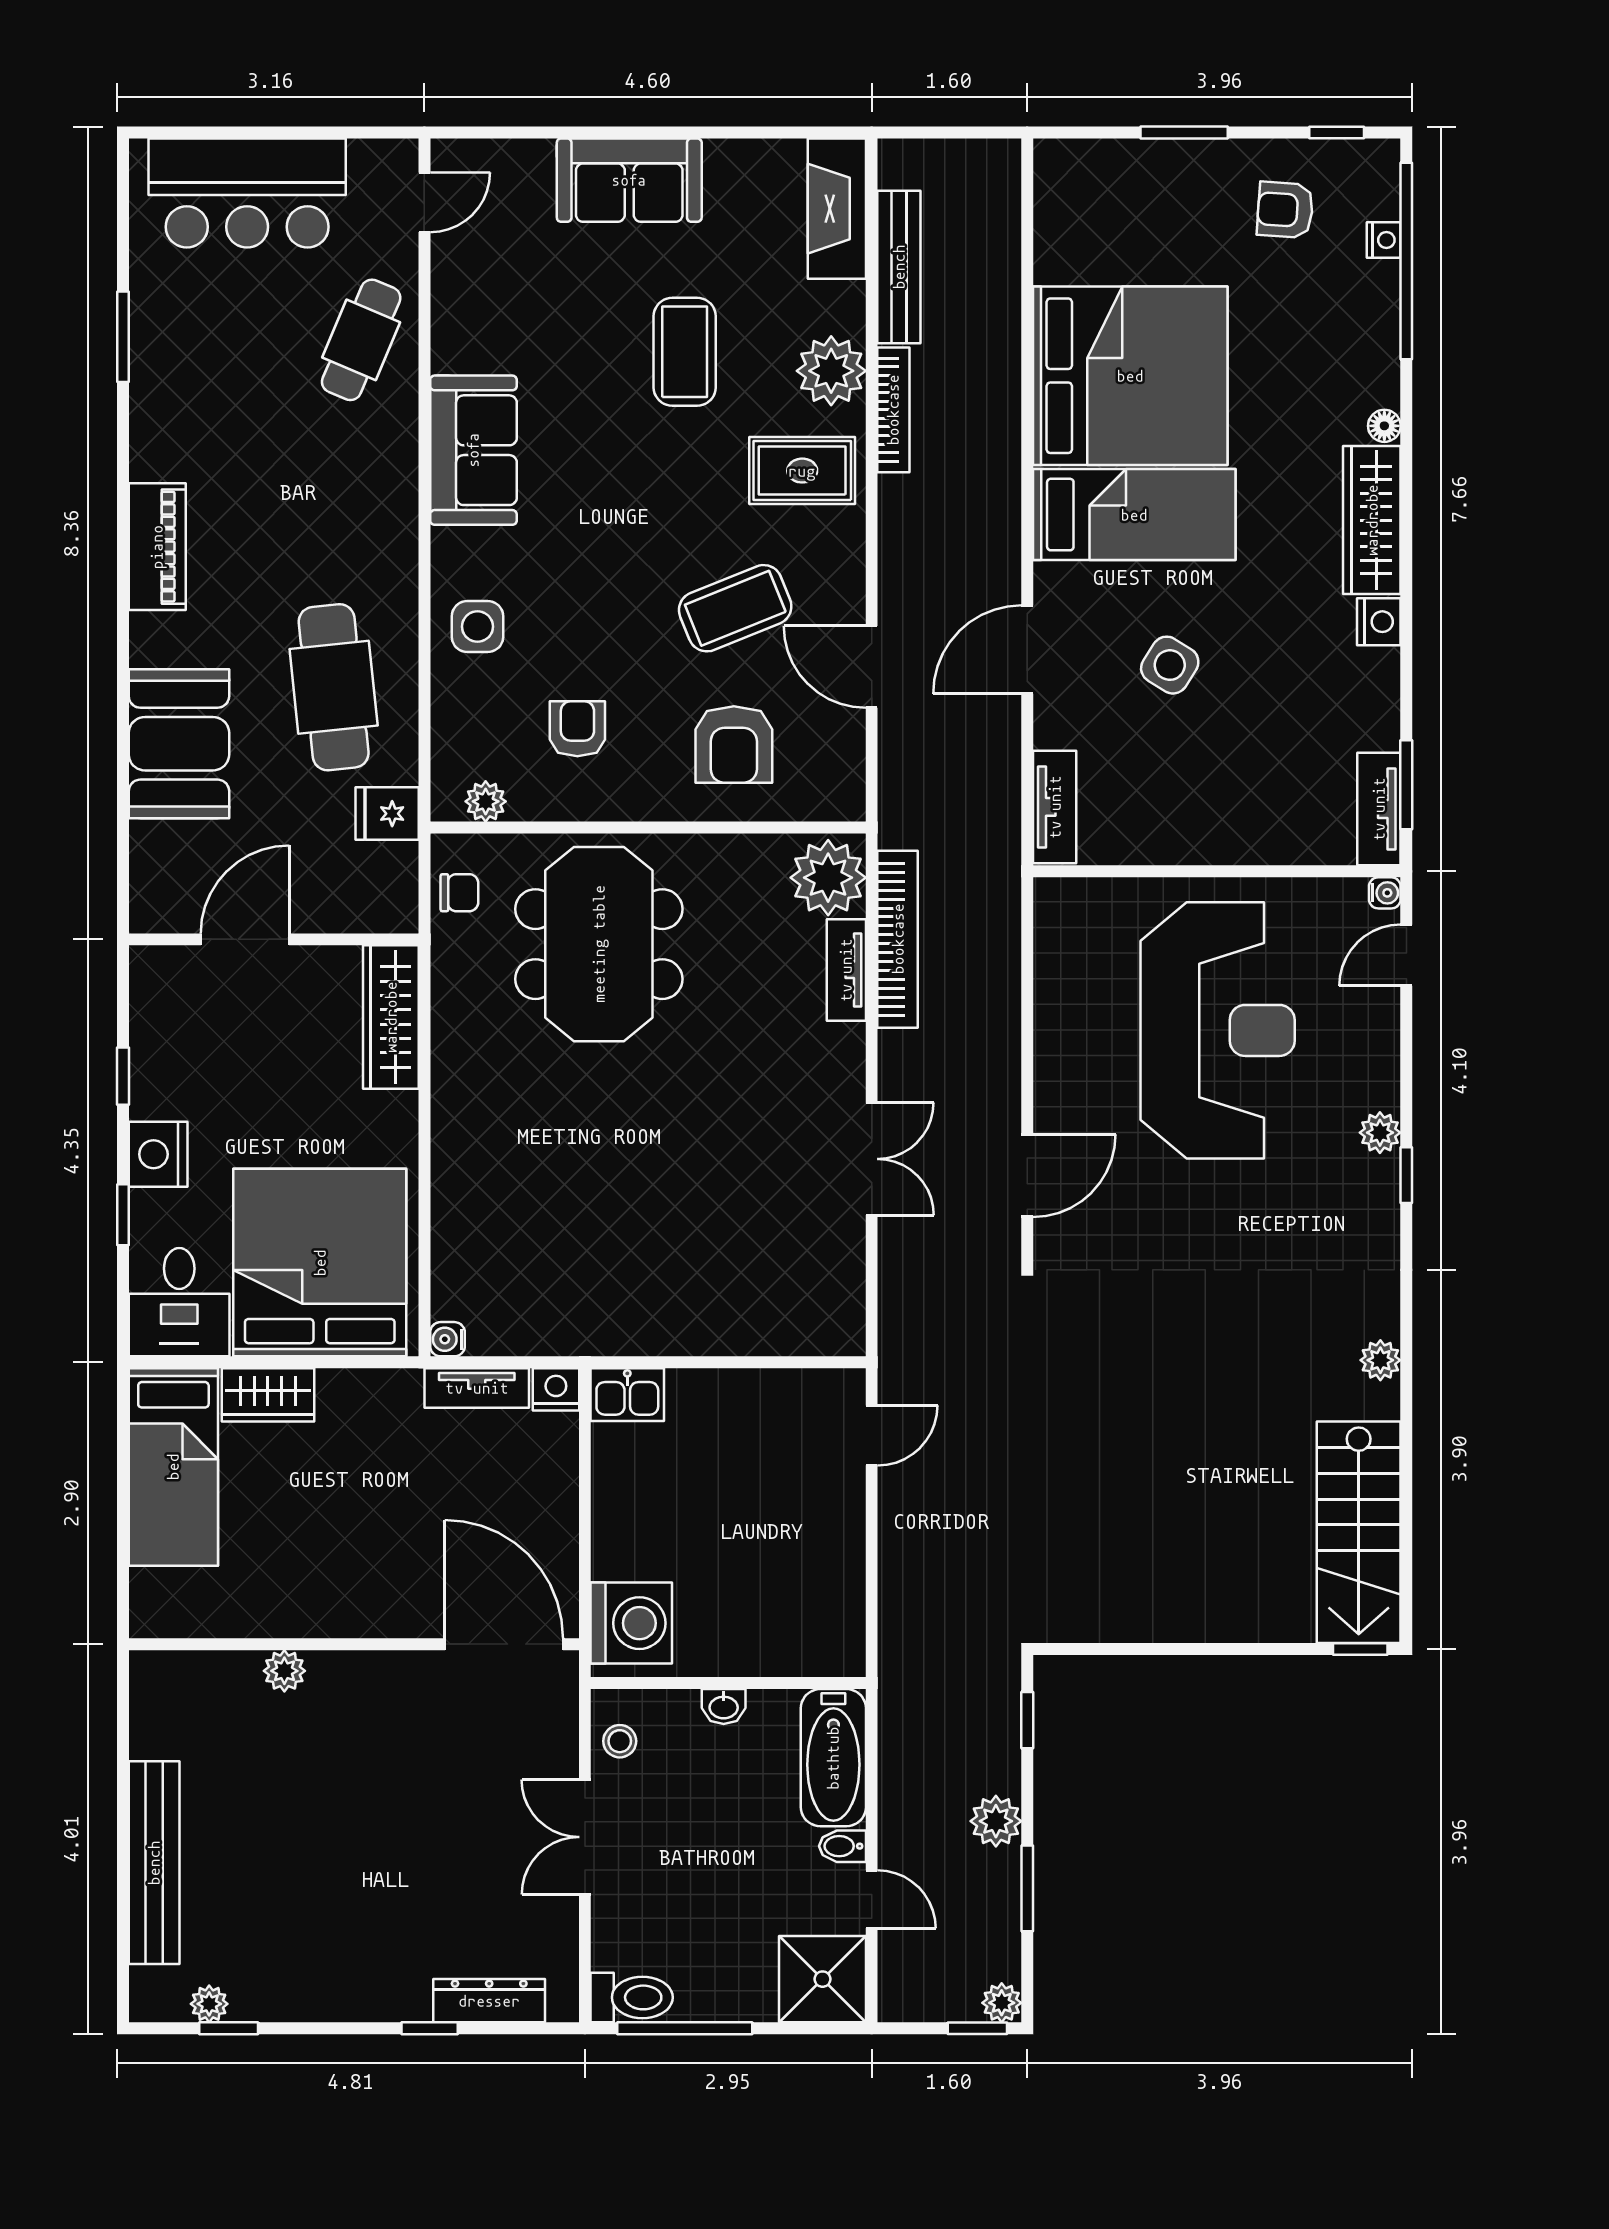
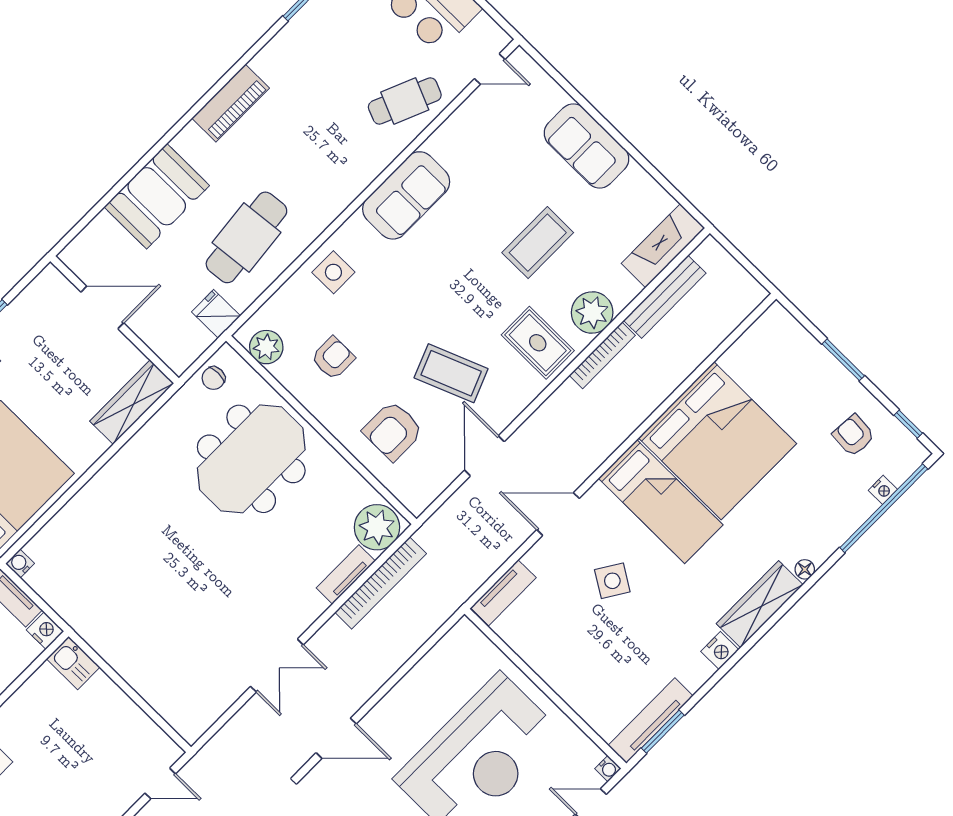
plant: (486, 801) -> (266, 347), width x1.38, depth x1.38
tv unit: (1379, 809) -> (651, 721), width x1.41
chair: (459, 893) -> (213, 378), turned 90

